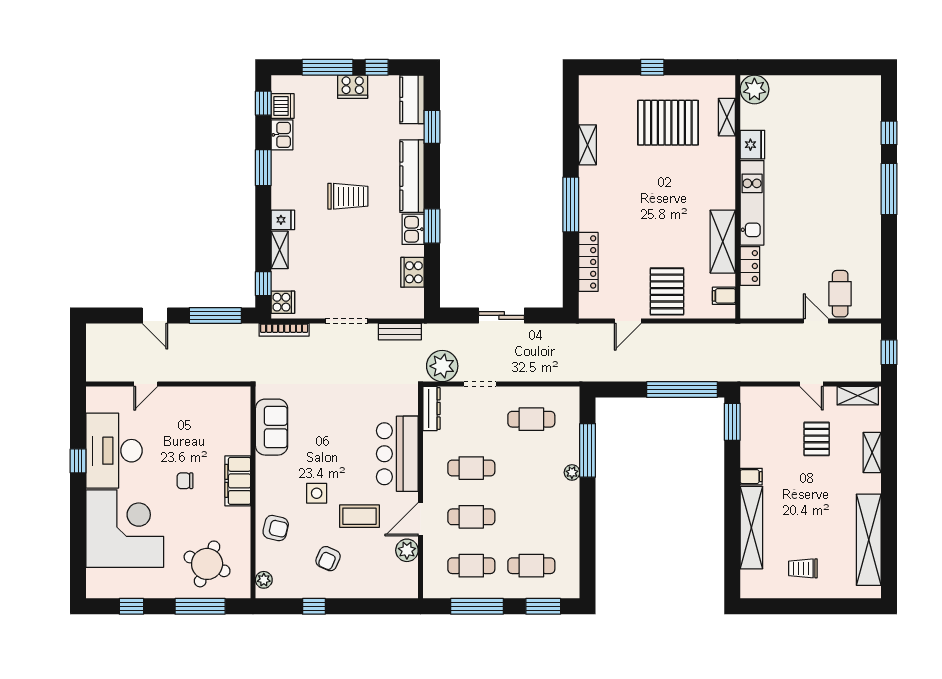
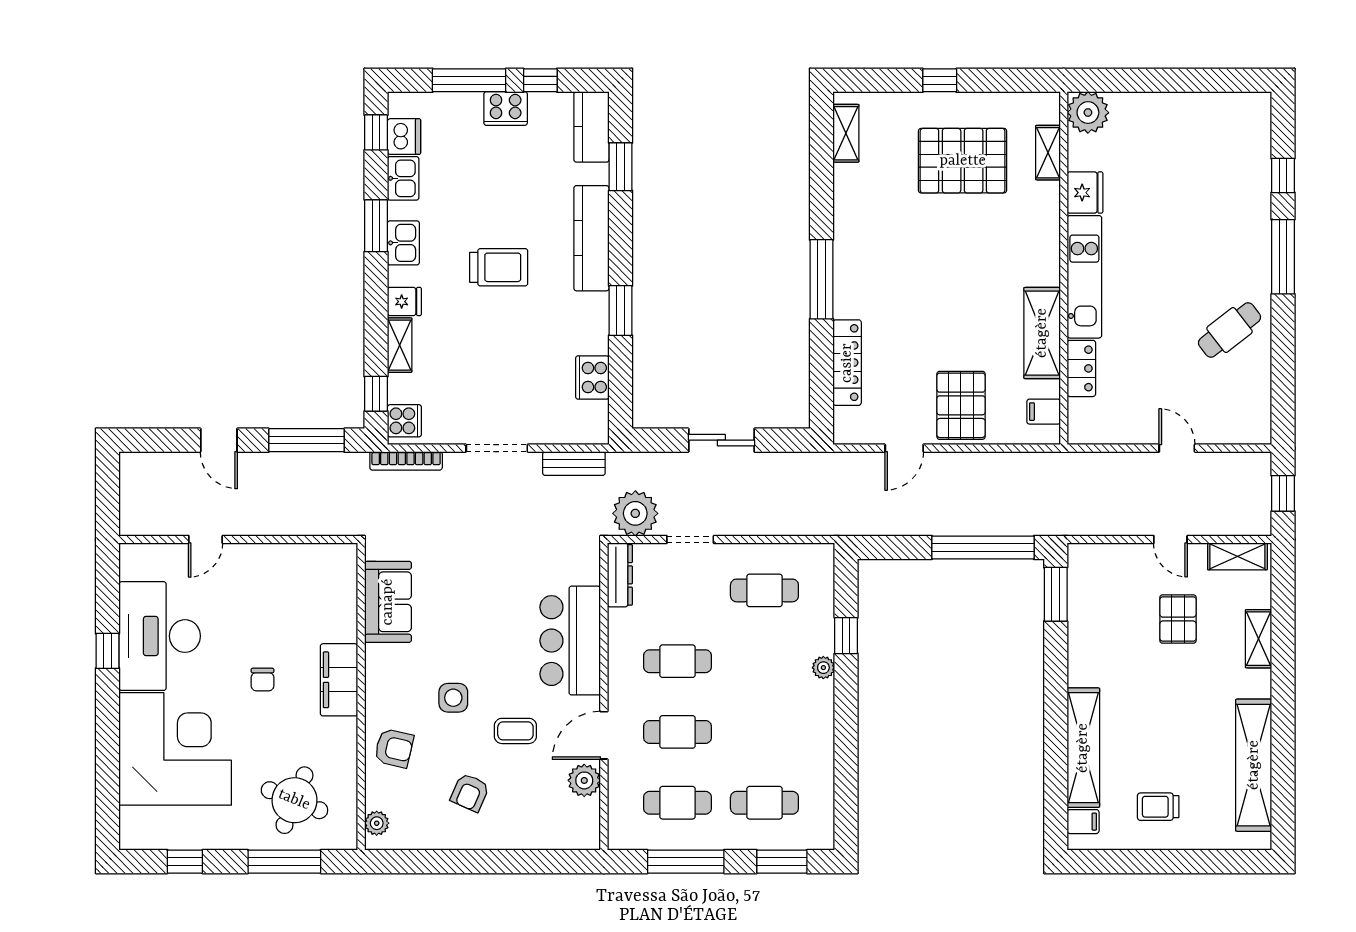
shelving: (588, 145) -> (846, 133), moved
kitchen sink: (413, 229) -> (403, 243), moved, turned 180
cafe table: (840, 294) -> (1230, 330), moved, turned 52
window: (588, 450) -> (846, 636), width x0.46
filing cabinet: (751, 477) -> (1083, 822), moved
chair: (185, 481) -> (263, 680), turned -90
coffee table: (359, 516) -> (515, 731), width x0.73, depth x0.77
window: (314, 606) -> (449, 862), removed

